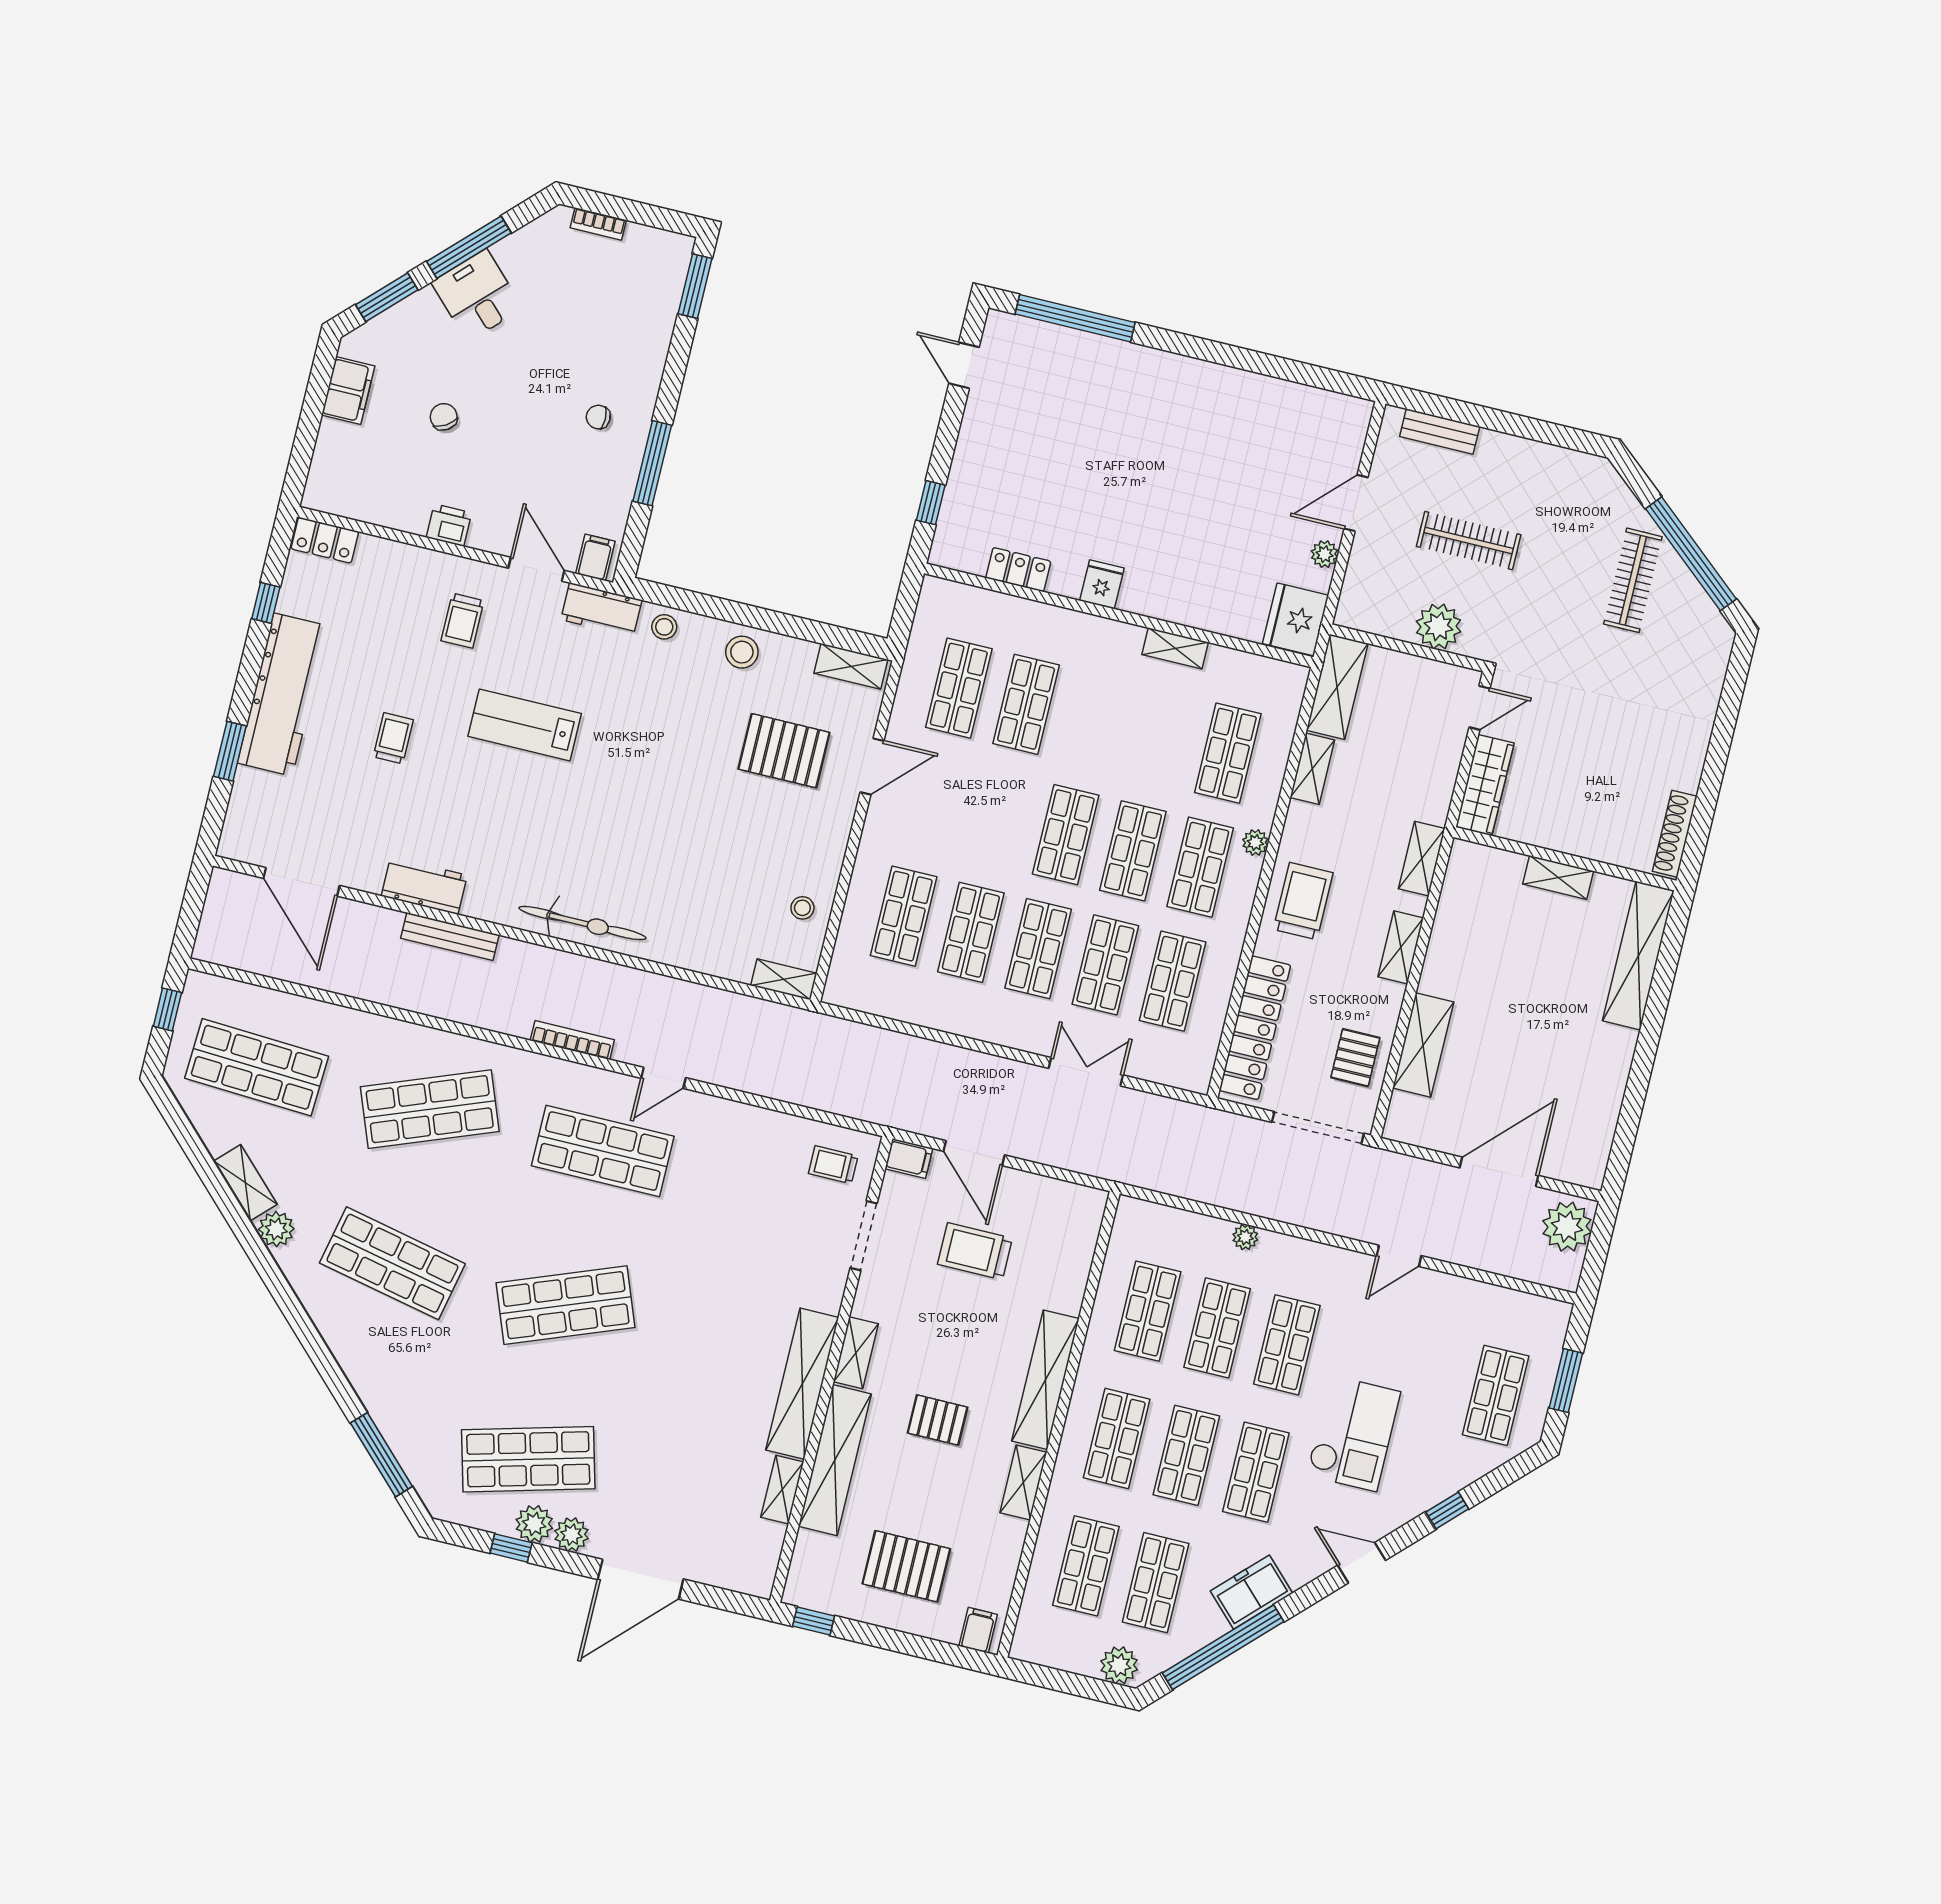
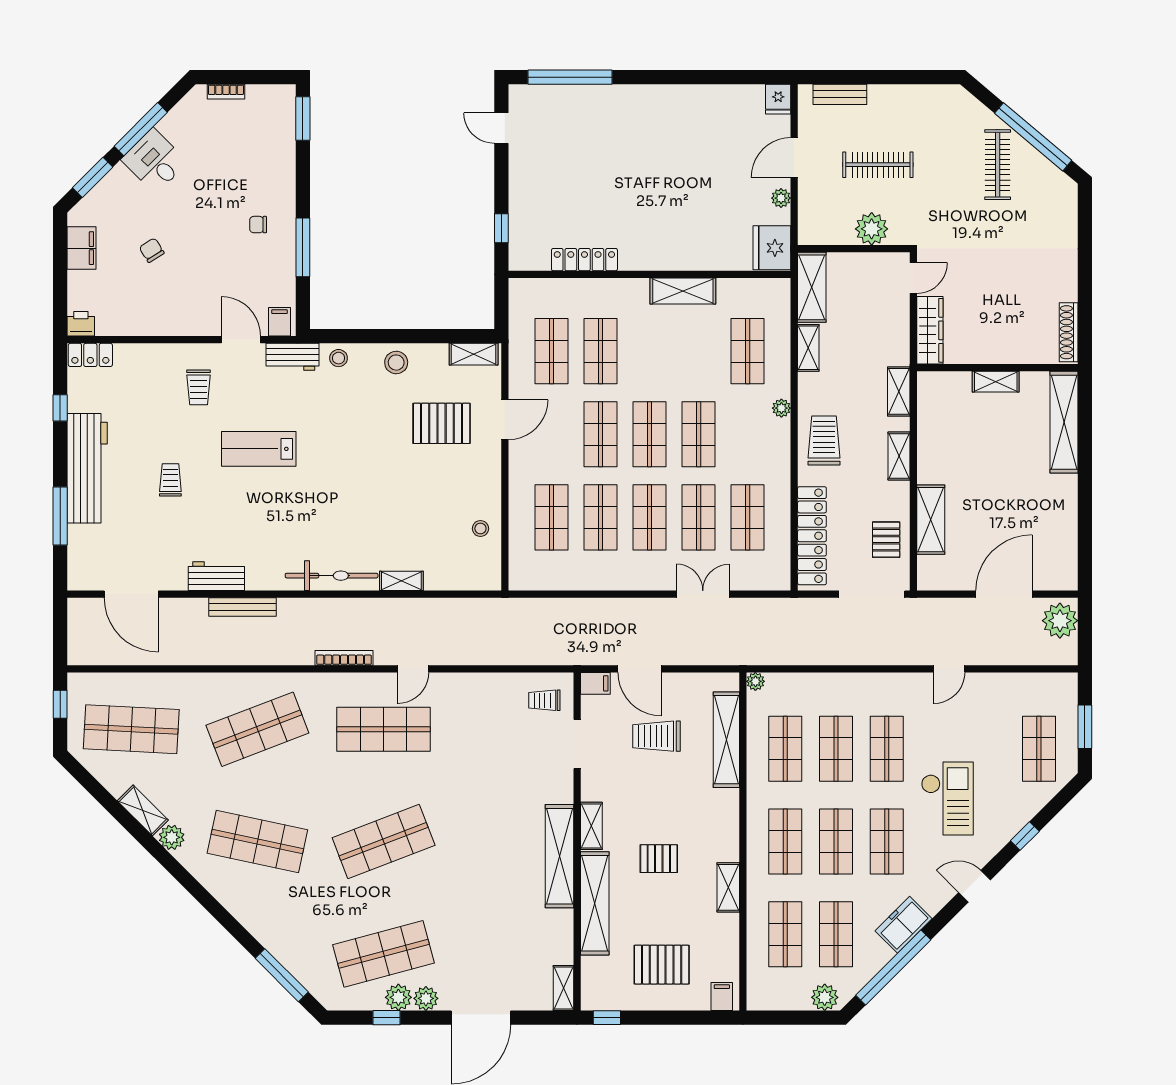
printer: (449, 525) -> (81, 324), moved
locker: (1018, 570) -> (584, 260), width x1.53
fridge: (1102, 584) -> (778, 99), moved, turned 180
shelving: (1175, 648) -> (683, 291), width x1.50, depth x1.33
window: (230, 751) -> (60, 516), width x1.44
shop shelf: (1200, 867) -> (601, 434), moved
shelving: (784, 979) -> (401, 581), moved
plant: (1245, 1237) -> (755, 681), moved
shelving: (1045, 1380) -> (726, 740), moved
shelving: (782, 1490) -> (563, 988), moved

